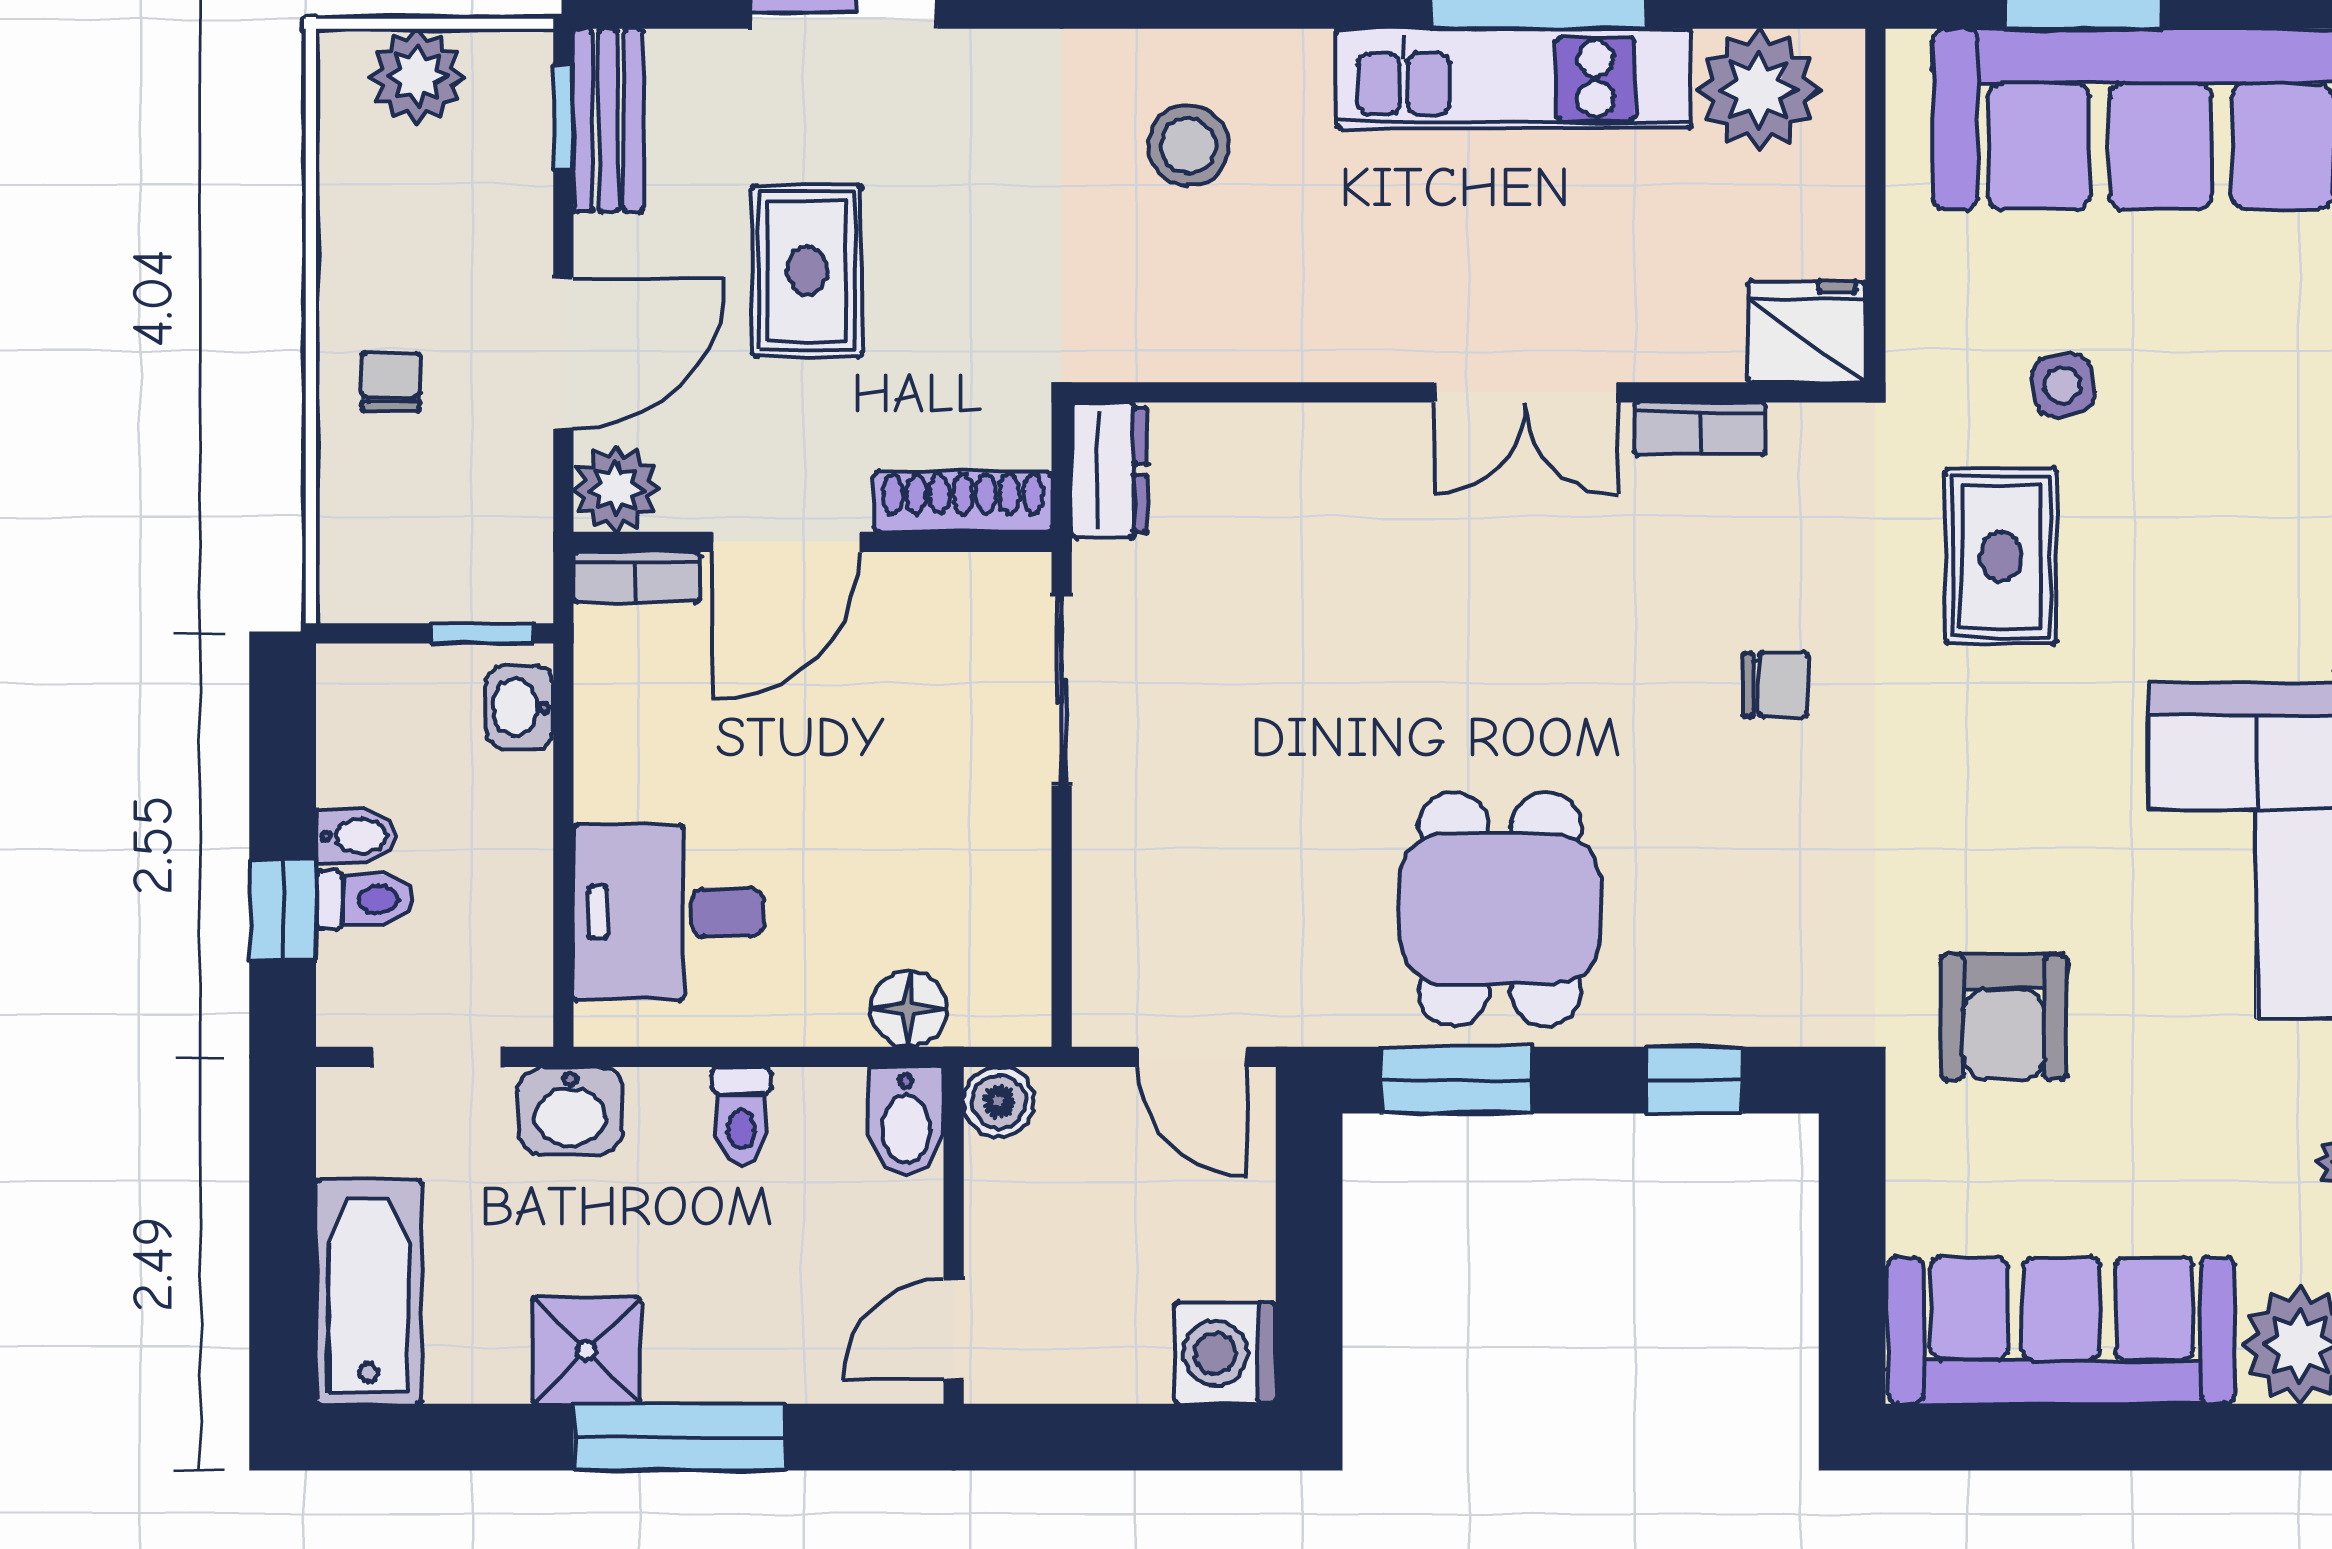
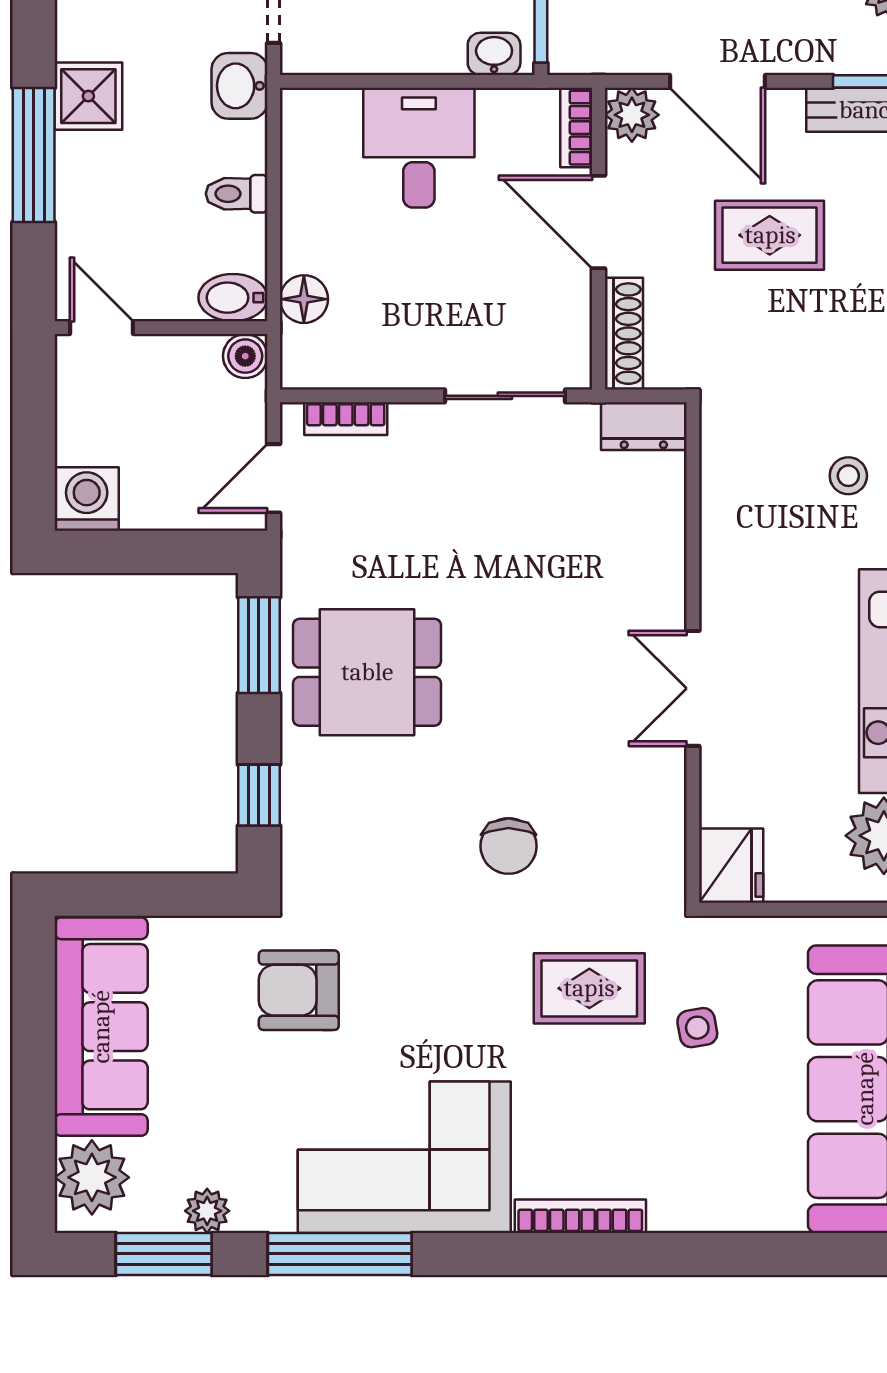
stool: (1188, 146) -> (848, 476), width x0.73, depth x0.73
bookcase: (1700, 429) -> (346, 419), moved, turned -90
chair: (1775, 685) -> (509, 846), width x1.37, depth x1.37
desk: (668, 912) -> (419, 148), moved

